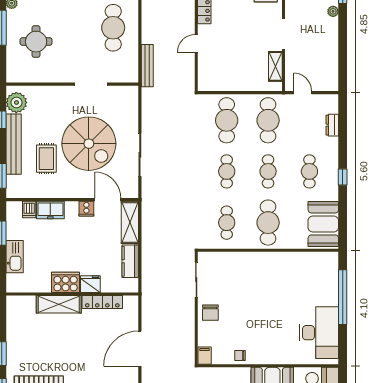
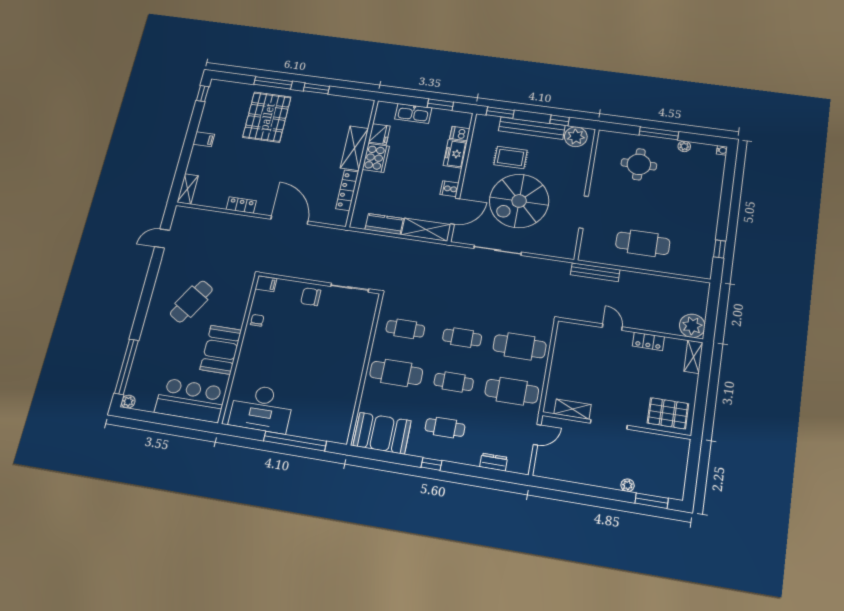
fridge: (90, 284) -> (379, 134), moved

